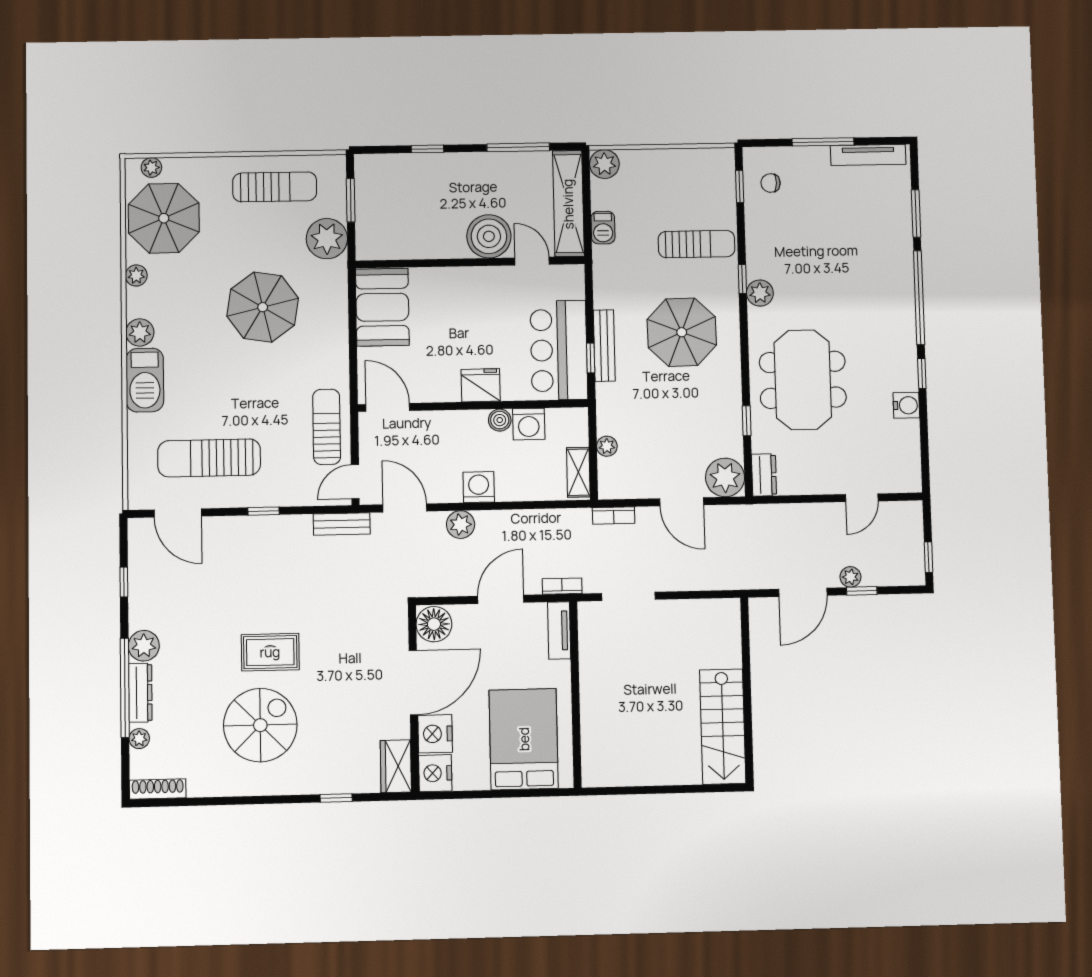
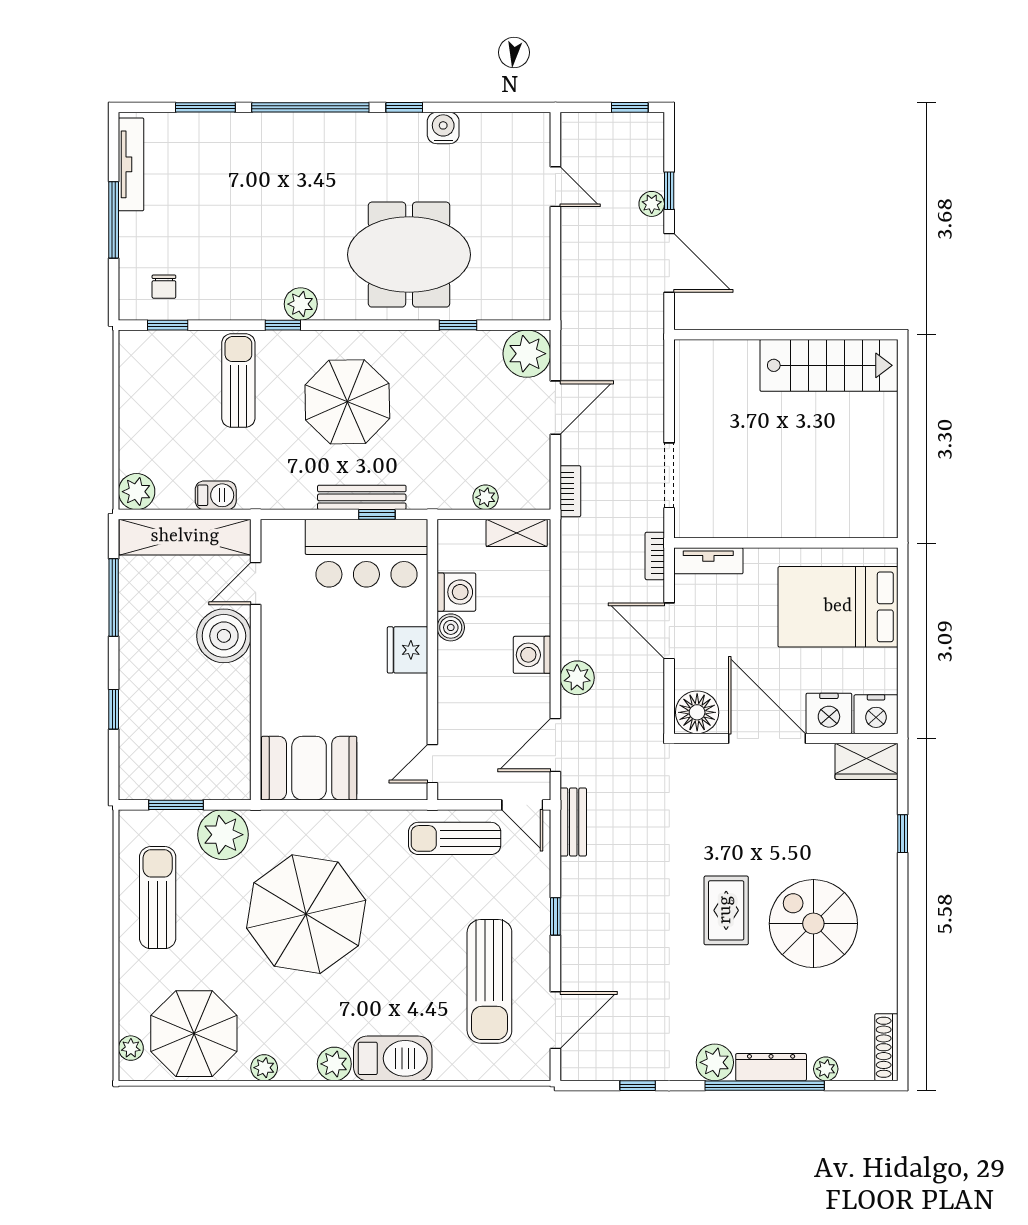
parasol: (263, 307) -> (306, 914), width x1.36, depth x1.36
door: (388, 407) -> (432, 764), width x0.73
dresser: (764, 475) -> (525, 306), removed

